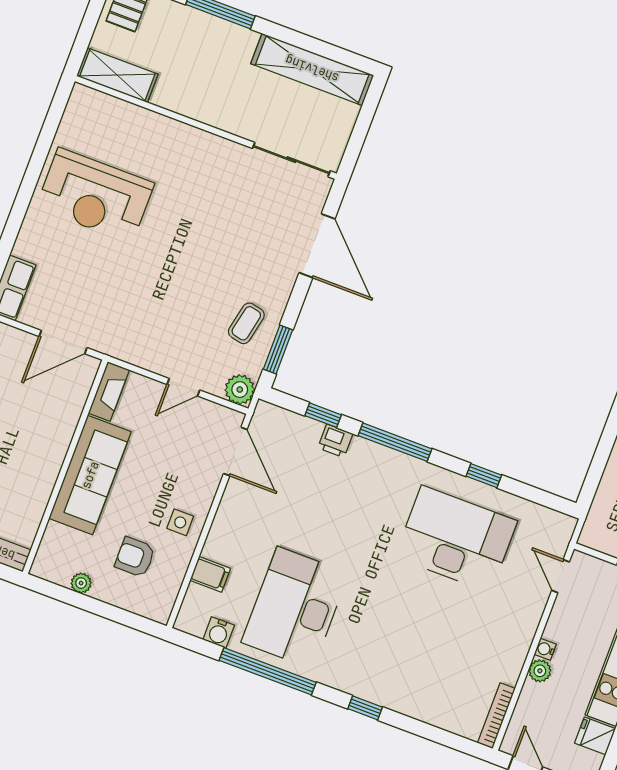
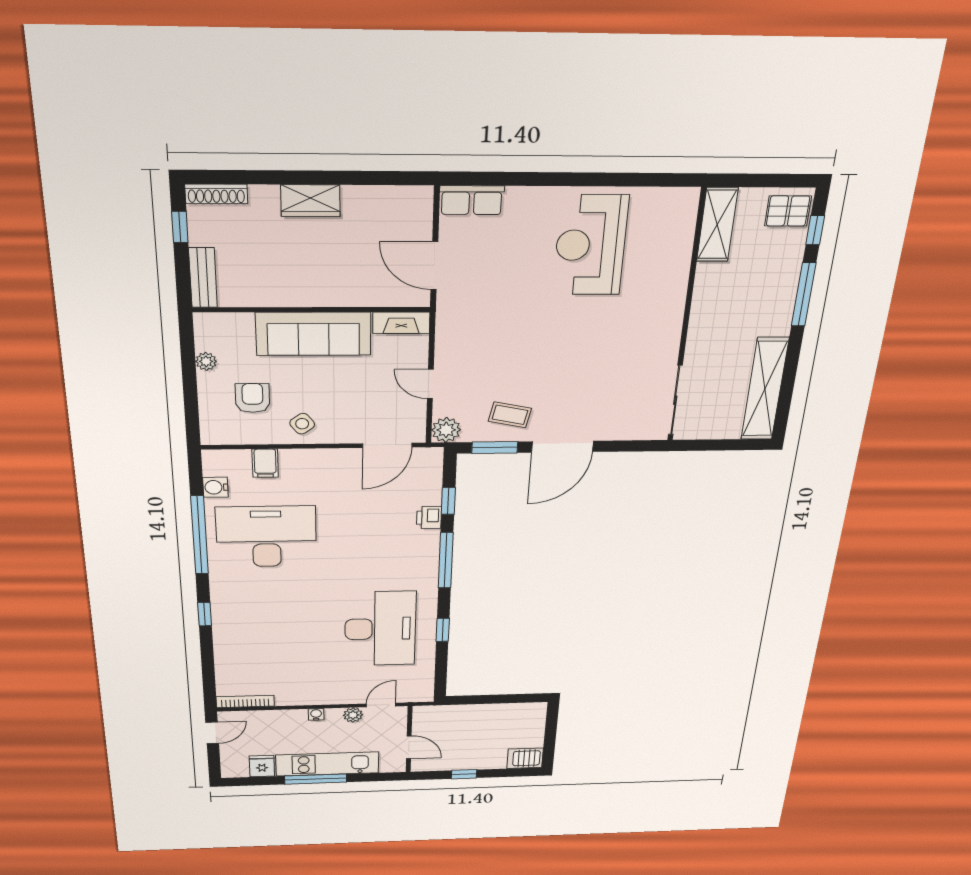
door: (317, 246) -> (562, 447), moved
side table: (180, 522) -> (302, 424), turned -37
plant: (540, 671) -> (353, 715), moved

